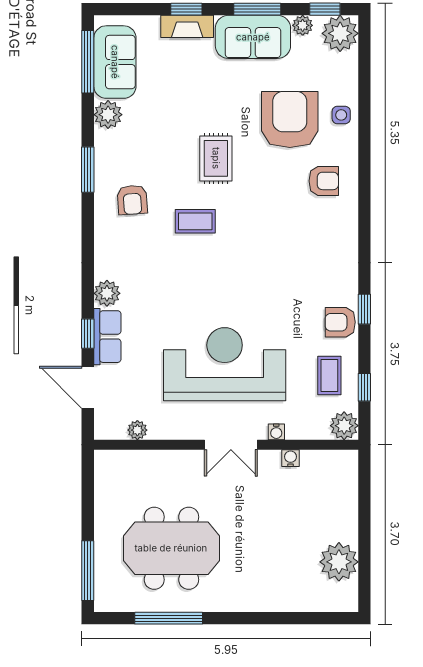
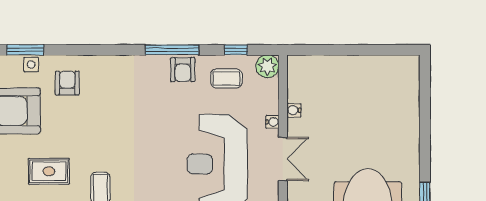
side table: (341, 115) -> (31, 64), moved
window: (364, 130) -> (25, 50), added
window: (364, 309) -> (172, 50), width x2.17
plant: (339, 562) -> (379, 71), removed

